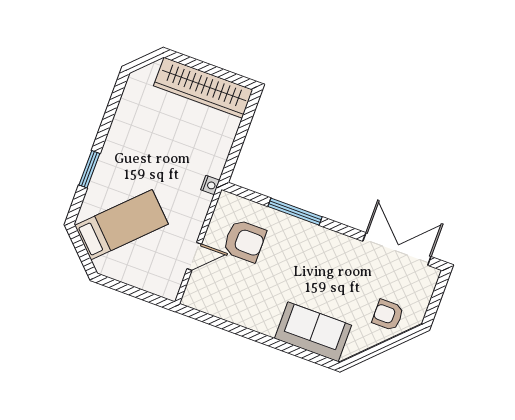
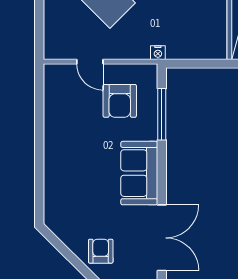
window: (295, 212) -> (162, 114), moved
sofa: (313, 332) -> (139, 173), moved, turned 180

